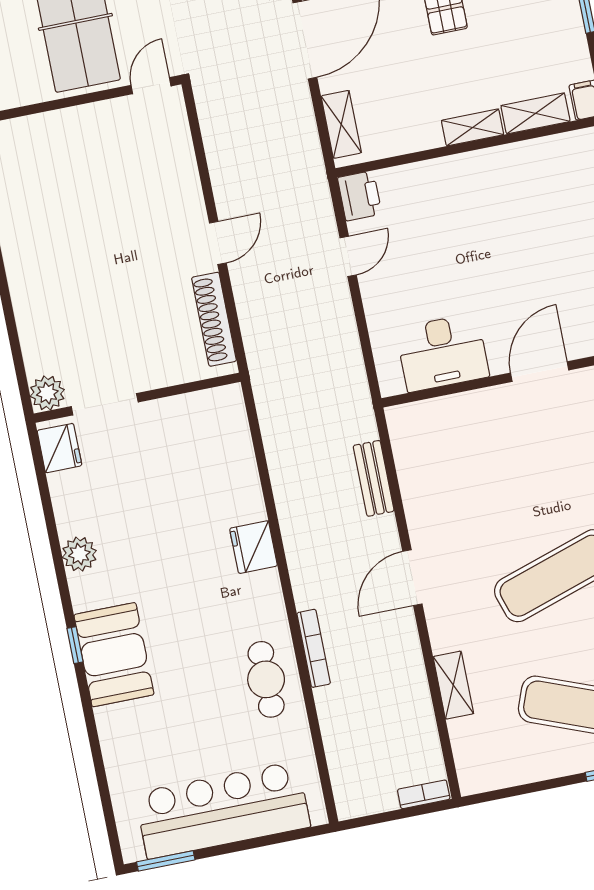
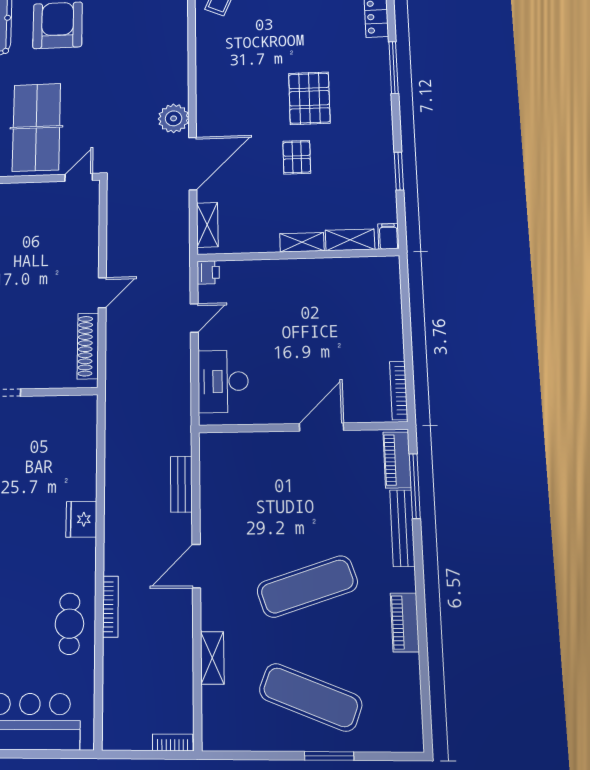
printer: (360, 196) -> (208, 272), width x0.73, depth x0.81
desk: (442, 353) -> (223, 381), moved, turned 90

